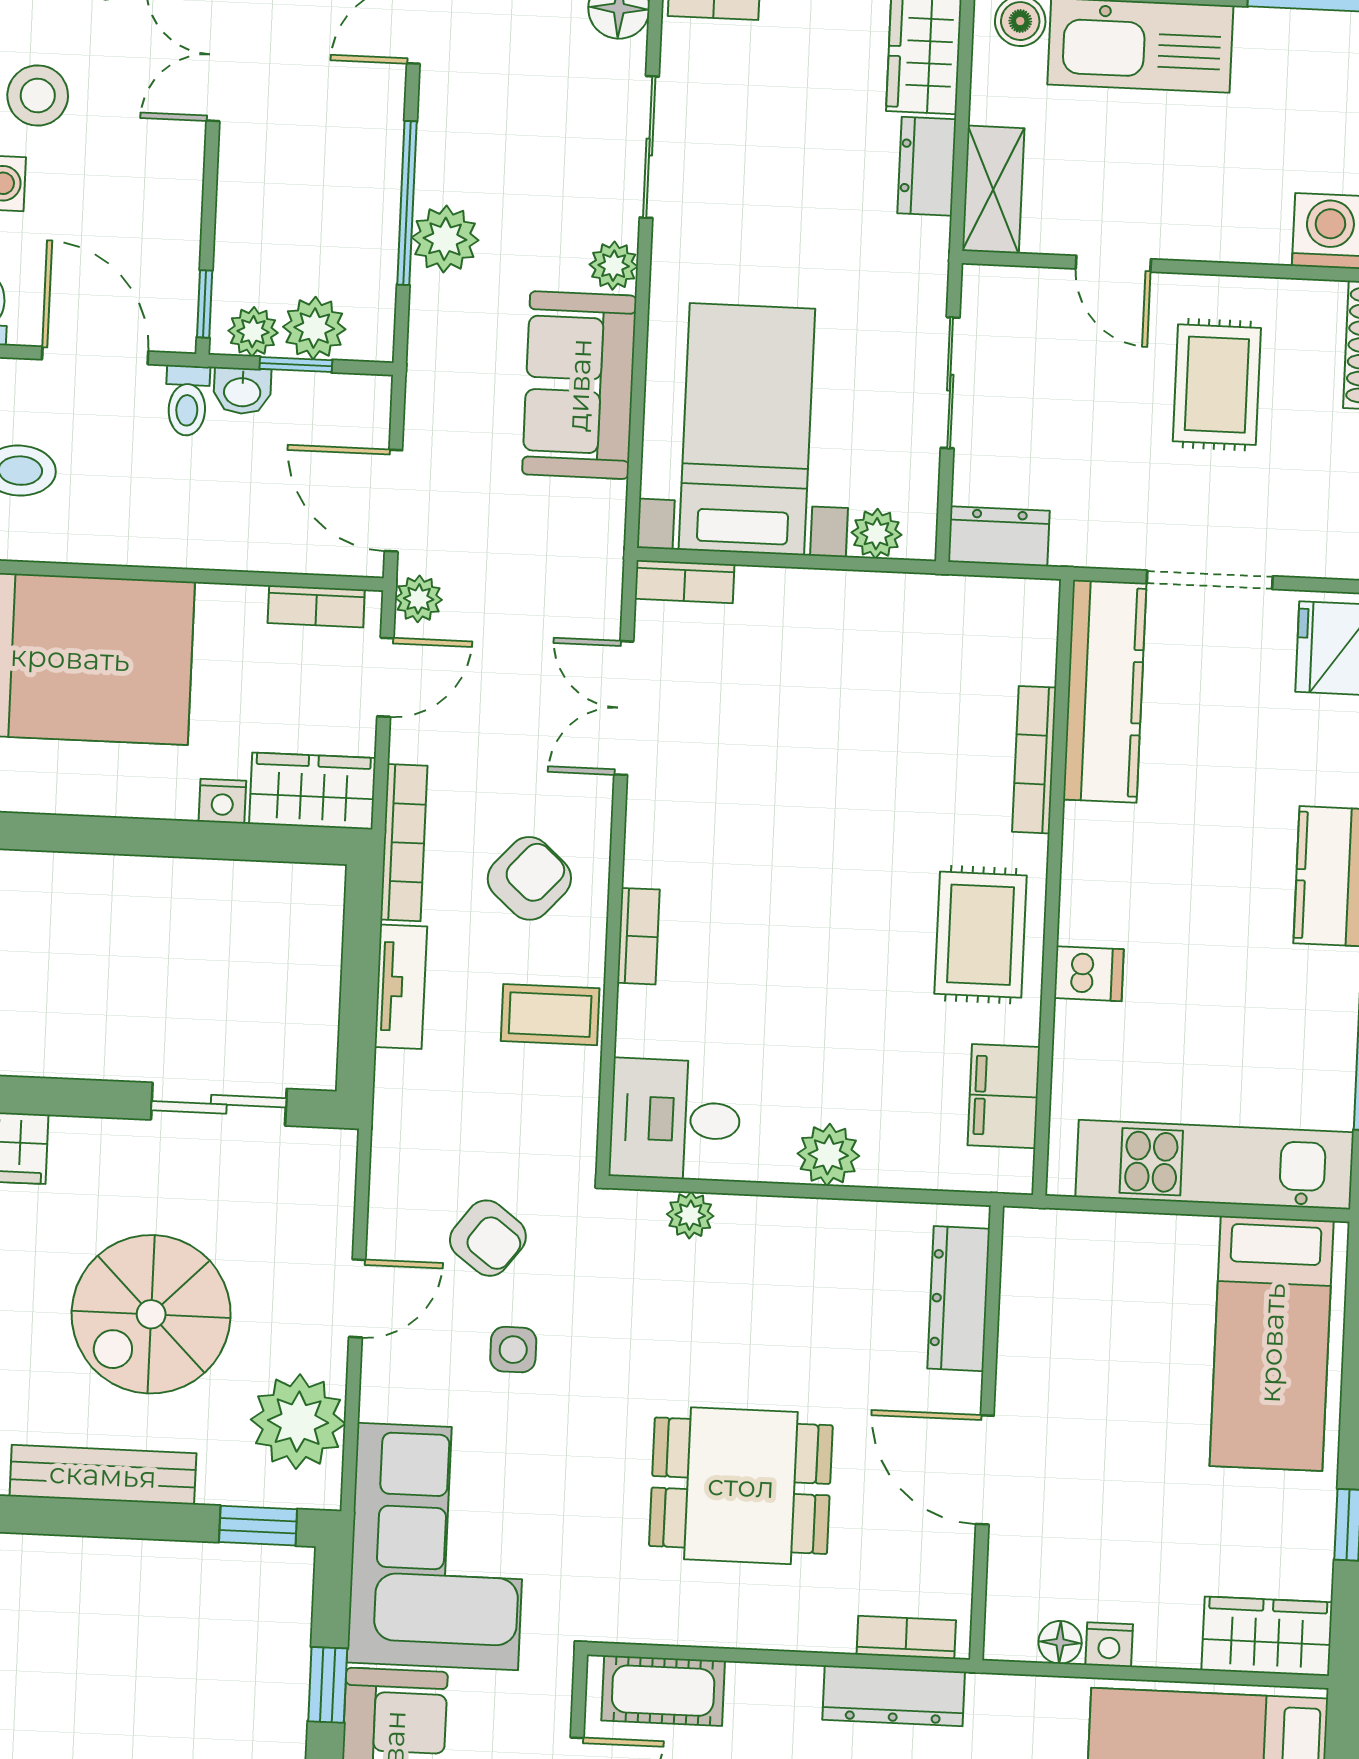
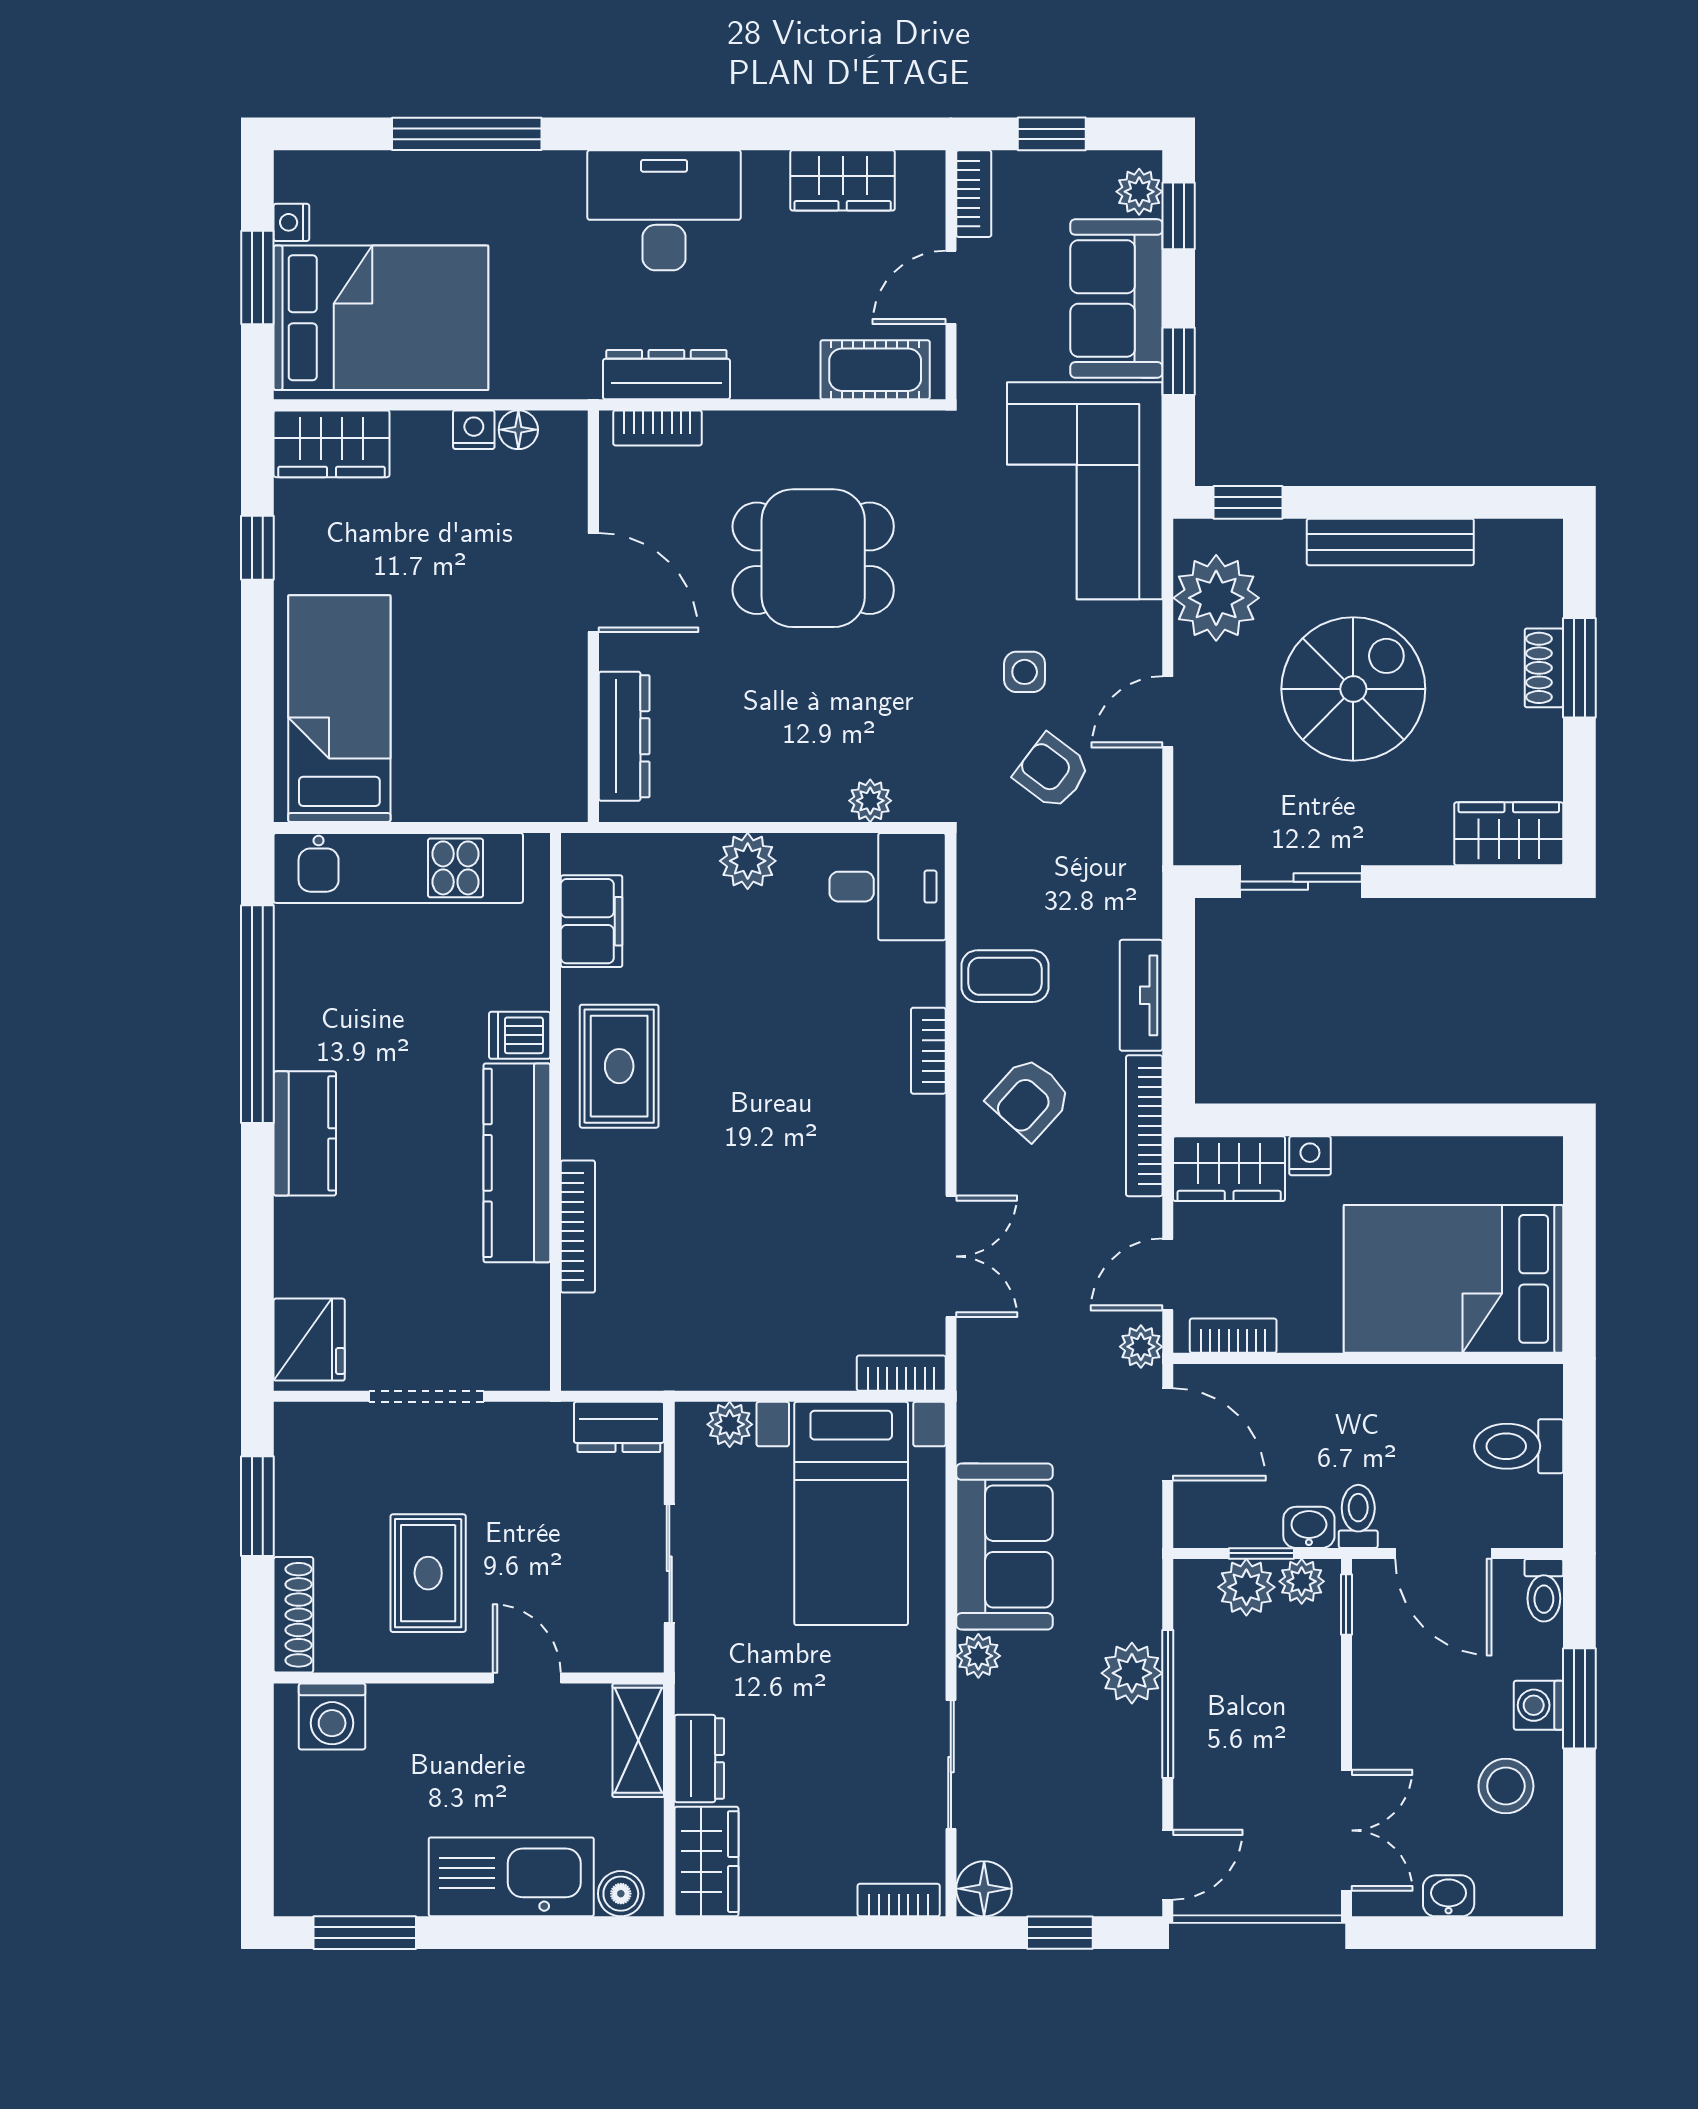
kitchen counter: (1105, 691) -> (517, 1163), moved

